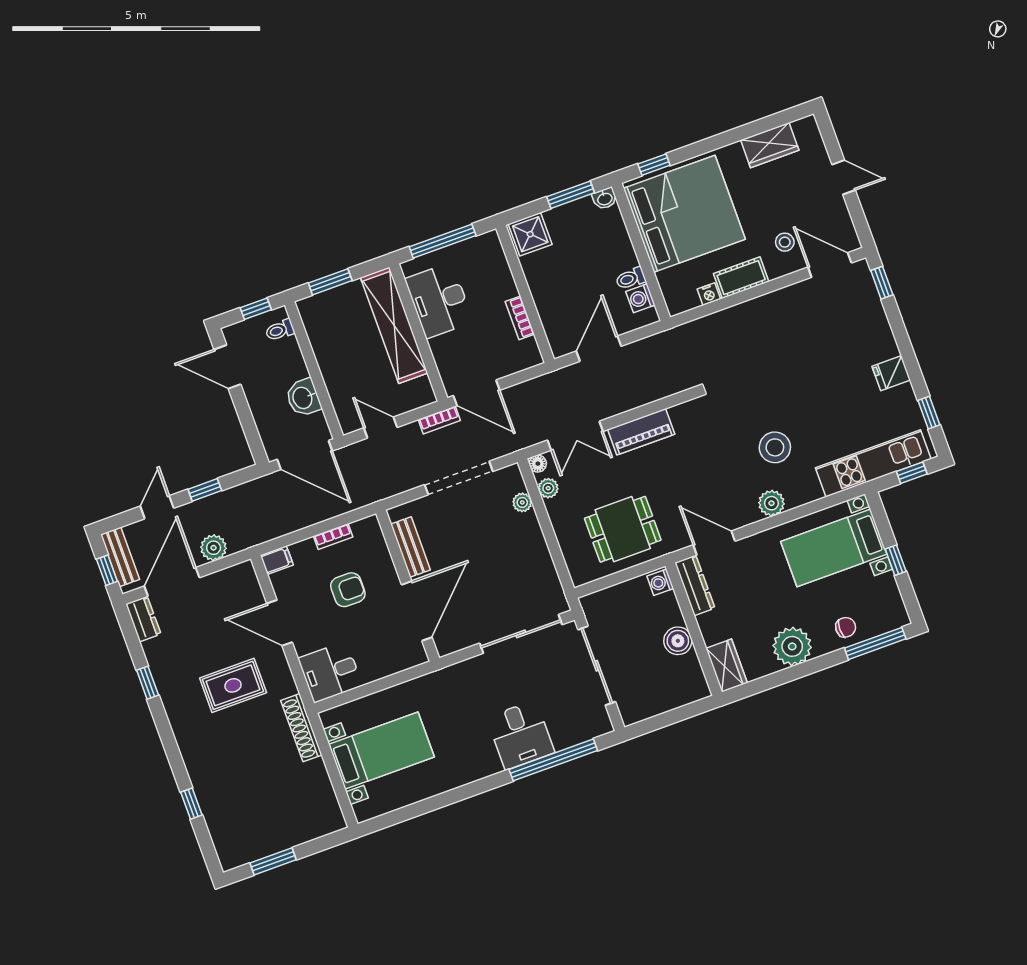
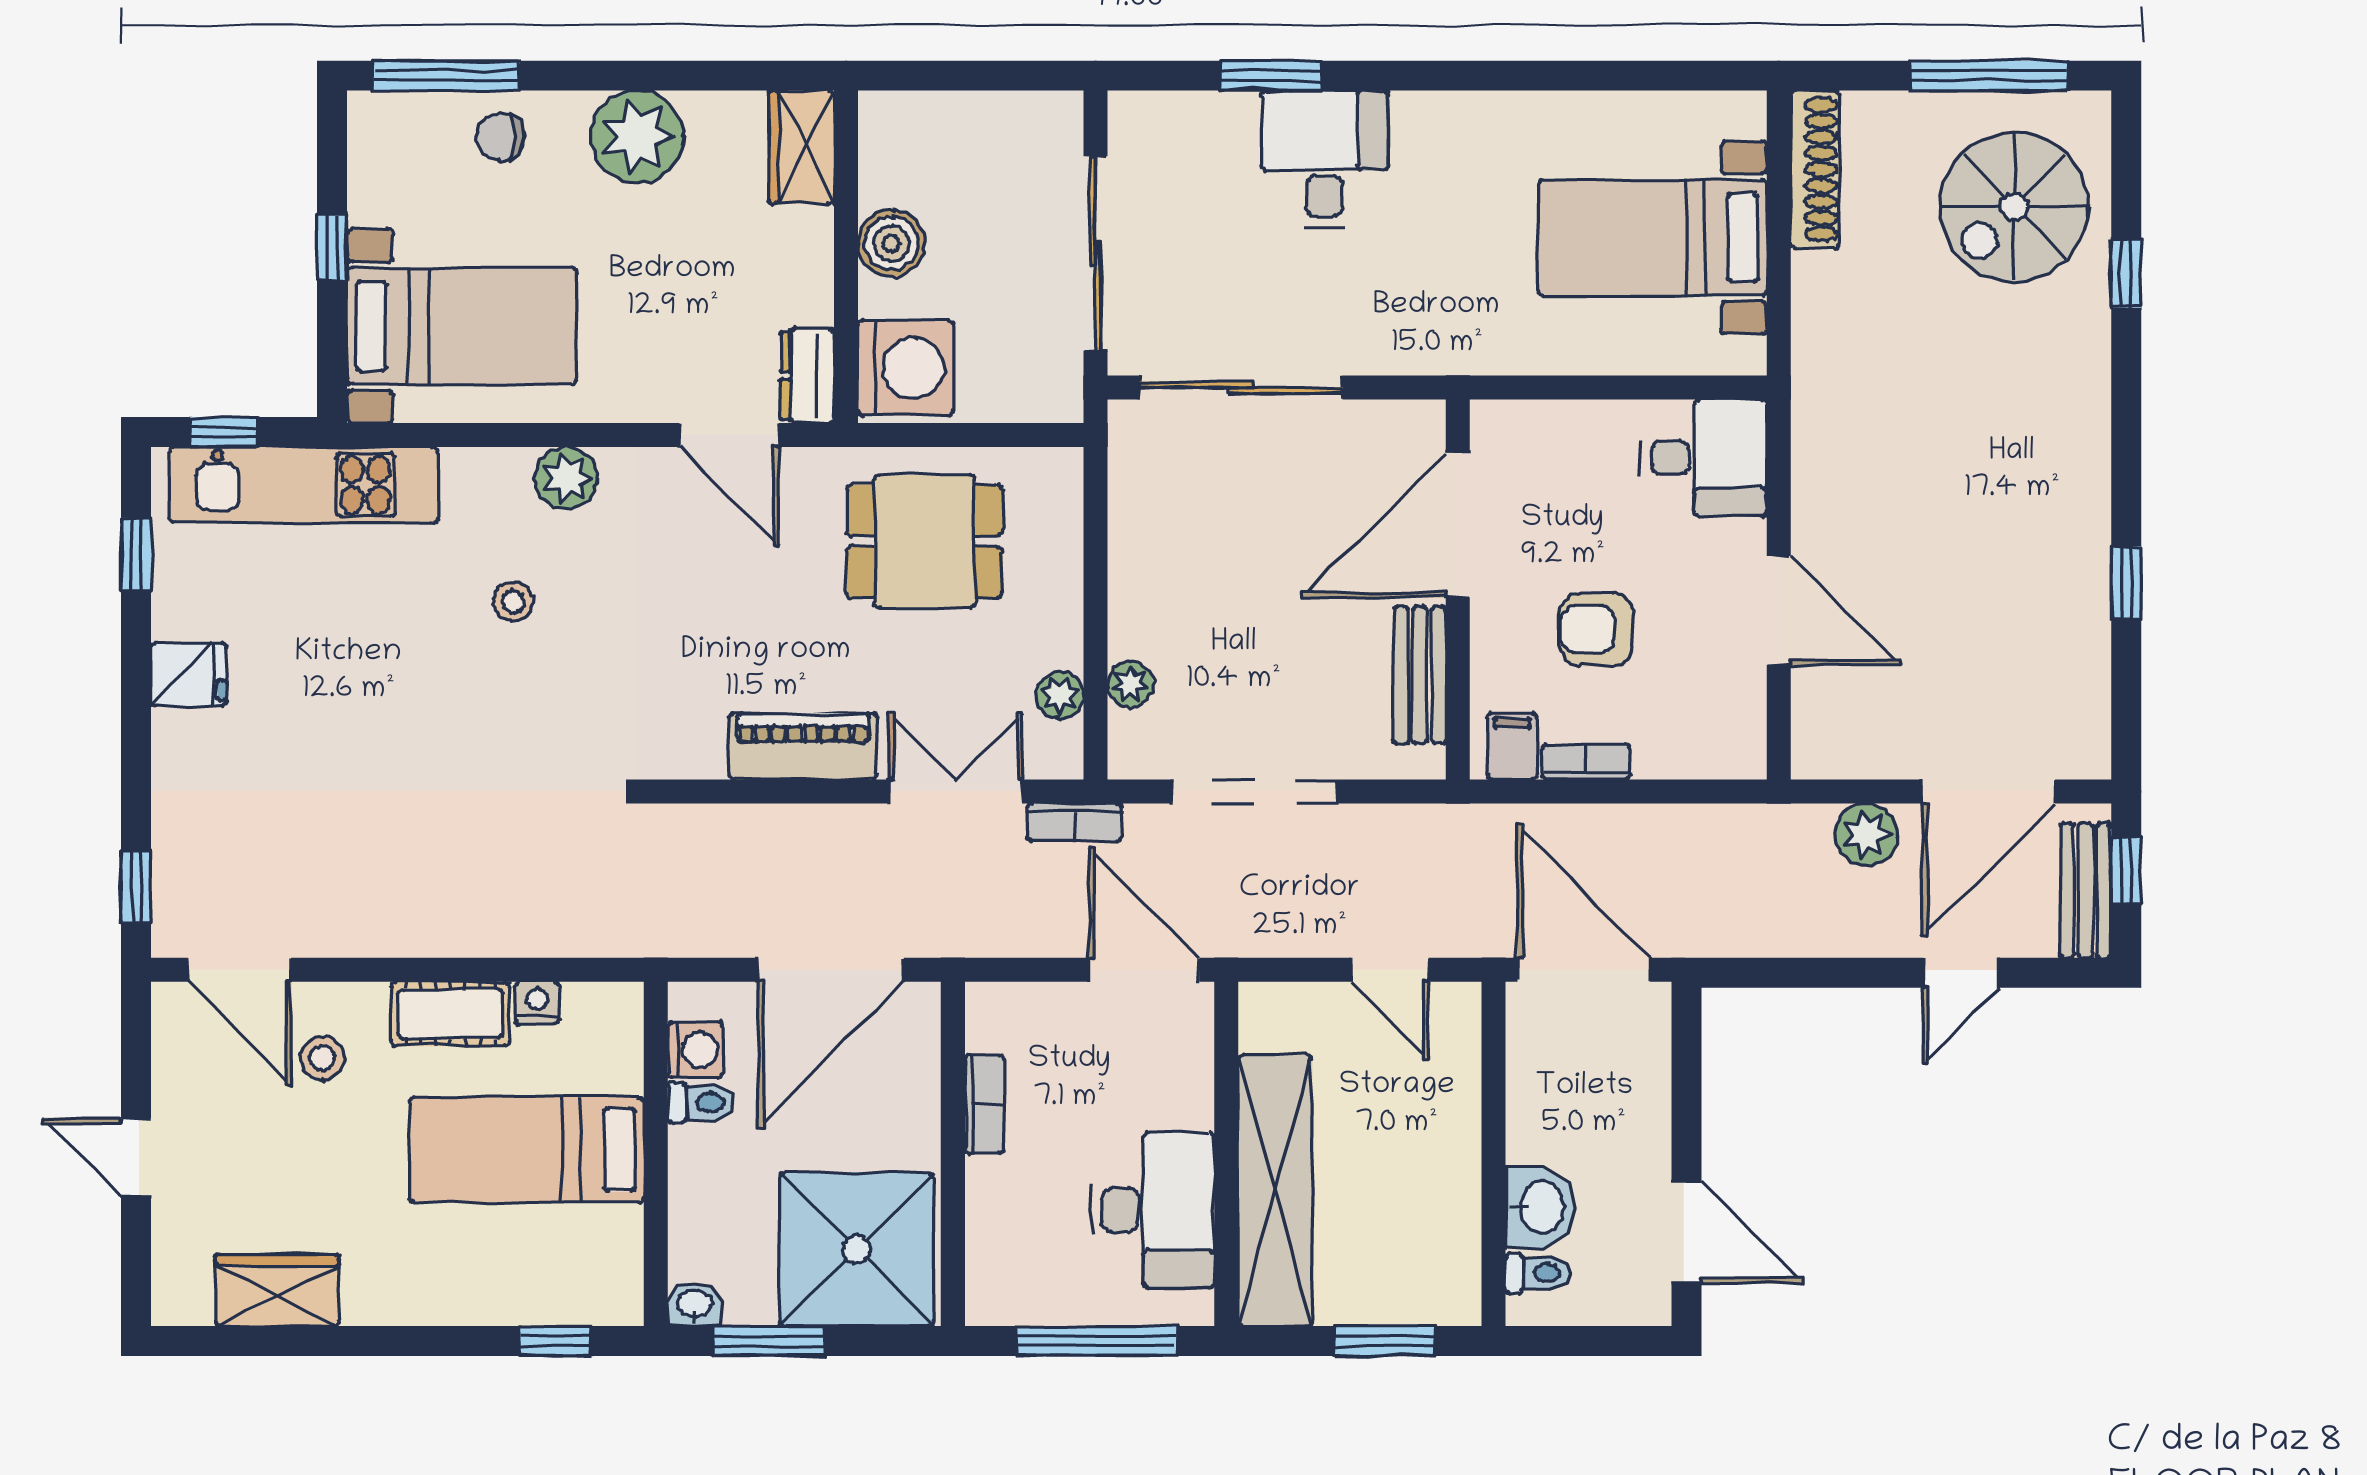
bed: (684, 214) -> (527, 1150), width x0.49
shower: (530, 234) -> (857, 1249), width x1.86, depth x1.86
window: (256, 309) -> (1575, 1341), removed
door: (599, 349) -> (831, 970), width x1.36
washbasin: (303, 398) -> (1540, 1207), moved
bookcase: (439, 420) -> (1074, 822), moved, turned 180
stool: (775, 447) -> (513, 602), width x0.53, depth x0.53
floor lamp: (538, 464) -> (1063, 759), removed
window: (205, 490) -> (1839, 973), removed
filing cabinet: (277, 560) -> (1512, 746), moved, turned 90
washing machine: (660, 582) -> (906, 368), width x1.89, depth x1.89
dresser: (695, 585) -> (807, 376), width x0.70
dresser: (143, 619) -> (2084, 731), removed
rug: (233, 685) -> (1935, 507), removed
shoe rack: (301, 728) -> (1815, 169), moved
window: (553, 760) -> (1271, 76), width x0.47
spiral stairs: (245, 814) -> (2014, 207), added
window: (273, 861) -> (1989, 76), width x1.44

